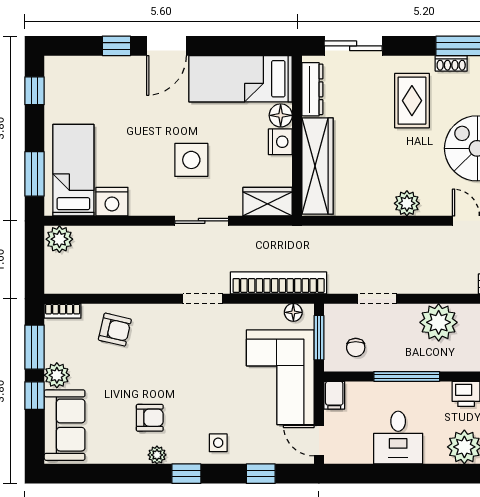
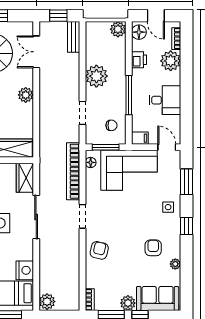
sliding door: (202, 221) -> (36, 217), width x1.37
armchair: (115, 330) -> (99, 250), moved
door: (319, 441) -> (167, 147), swing flipped
plant: (157, 455) -> (175, 264), moved
window: (261, 474) -> (186, 182), width x1.50

